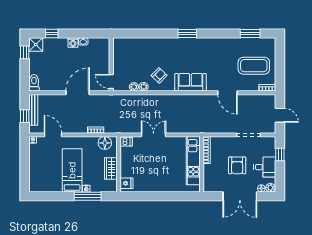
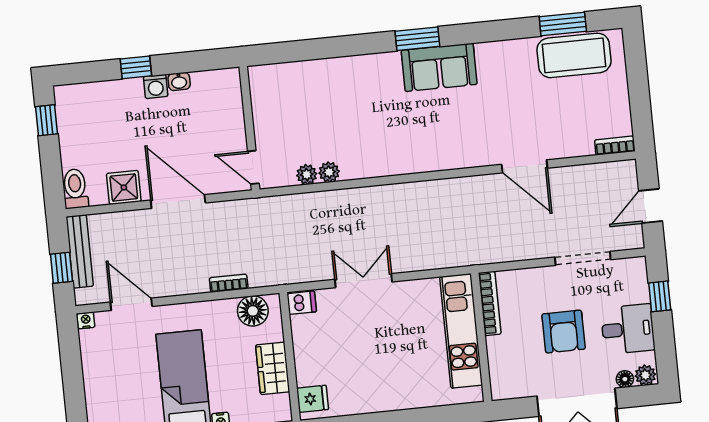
window: (52, 33) -> (136, 67), moved
shower: (36, 45) -> (124, 187), moved
coffee table: (254, 66) -> (574, 55), moved
armchair: (159, 75) -> (362, 142), removed
sofa: (190, 82) -> (439, 67), moved, turned 180
door: (78, 93) -> (178, 201), hinge flipped
door: (280, 115) -> (651, 206), swing flipped

